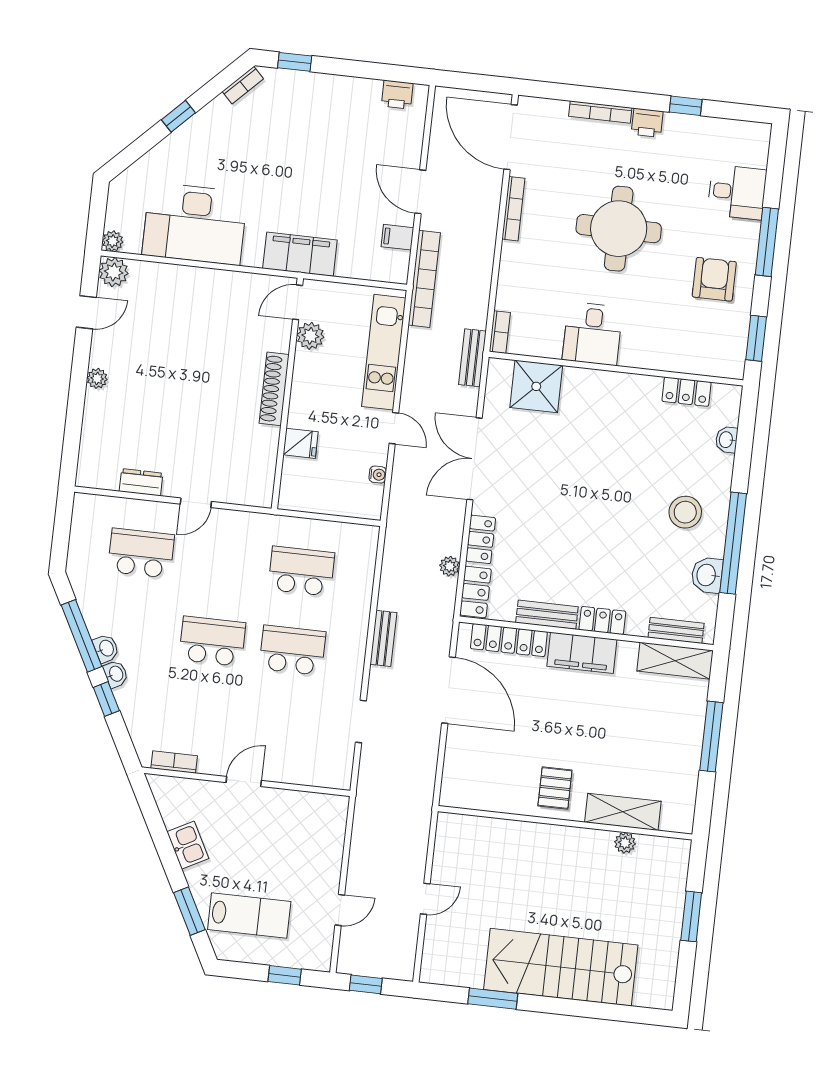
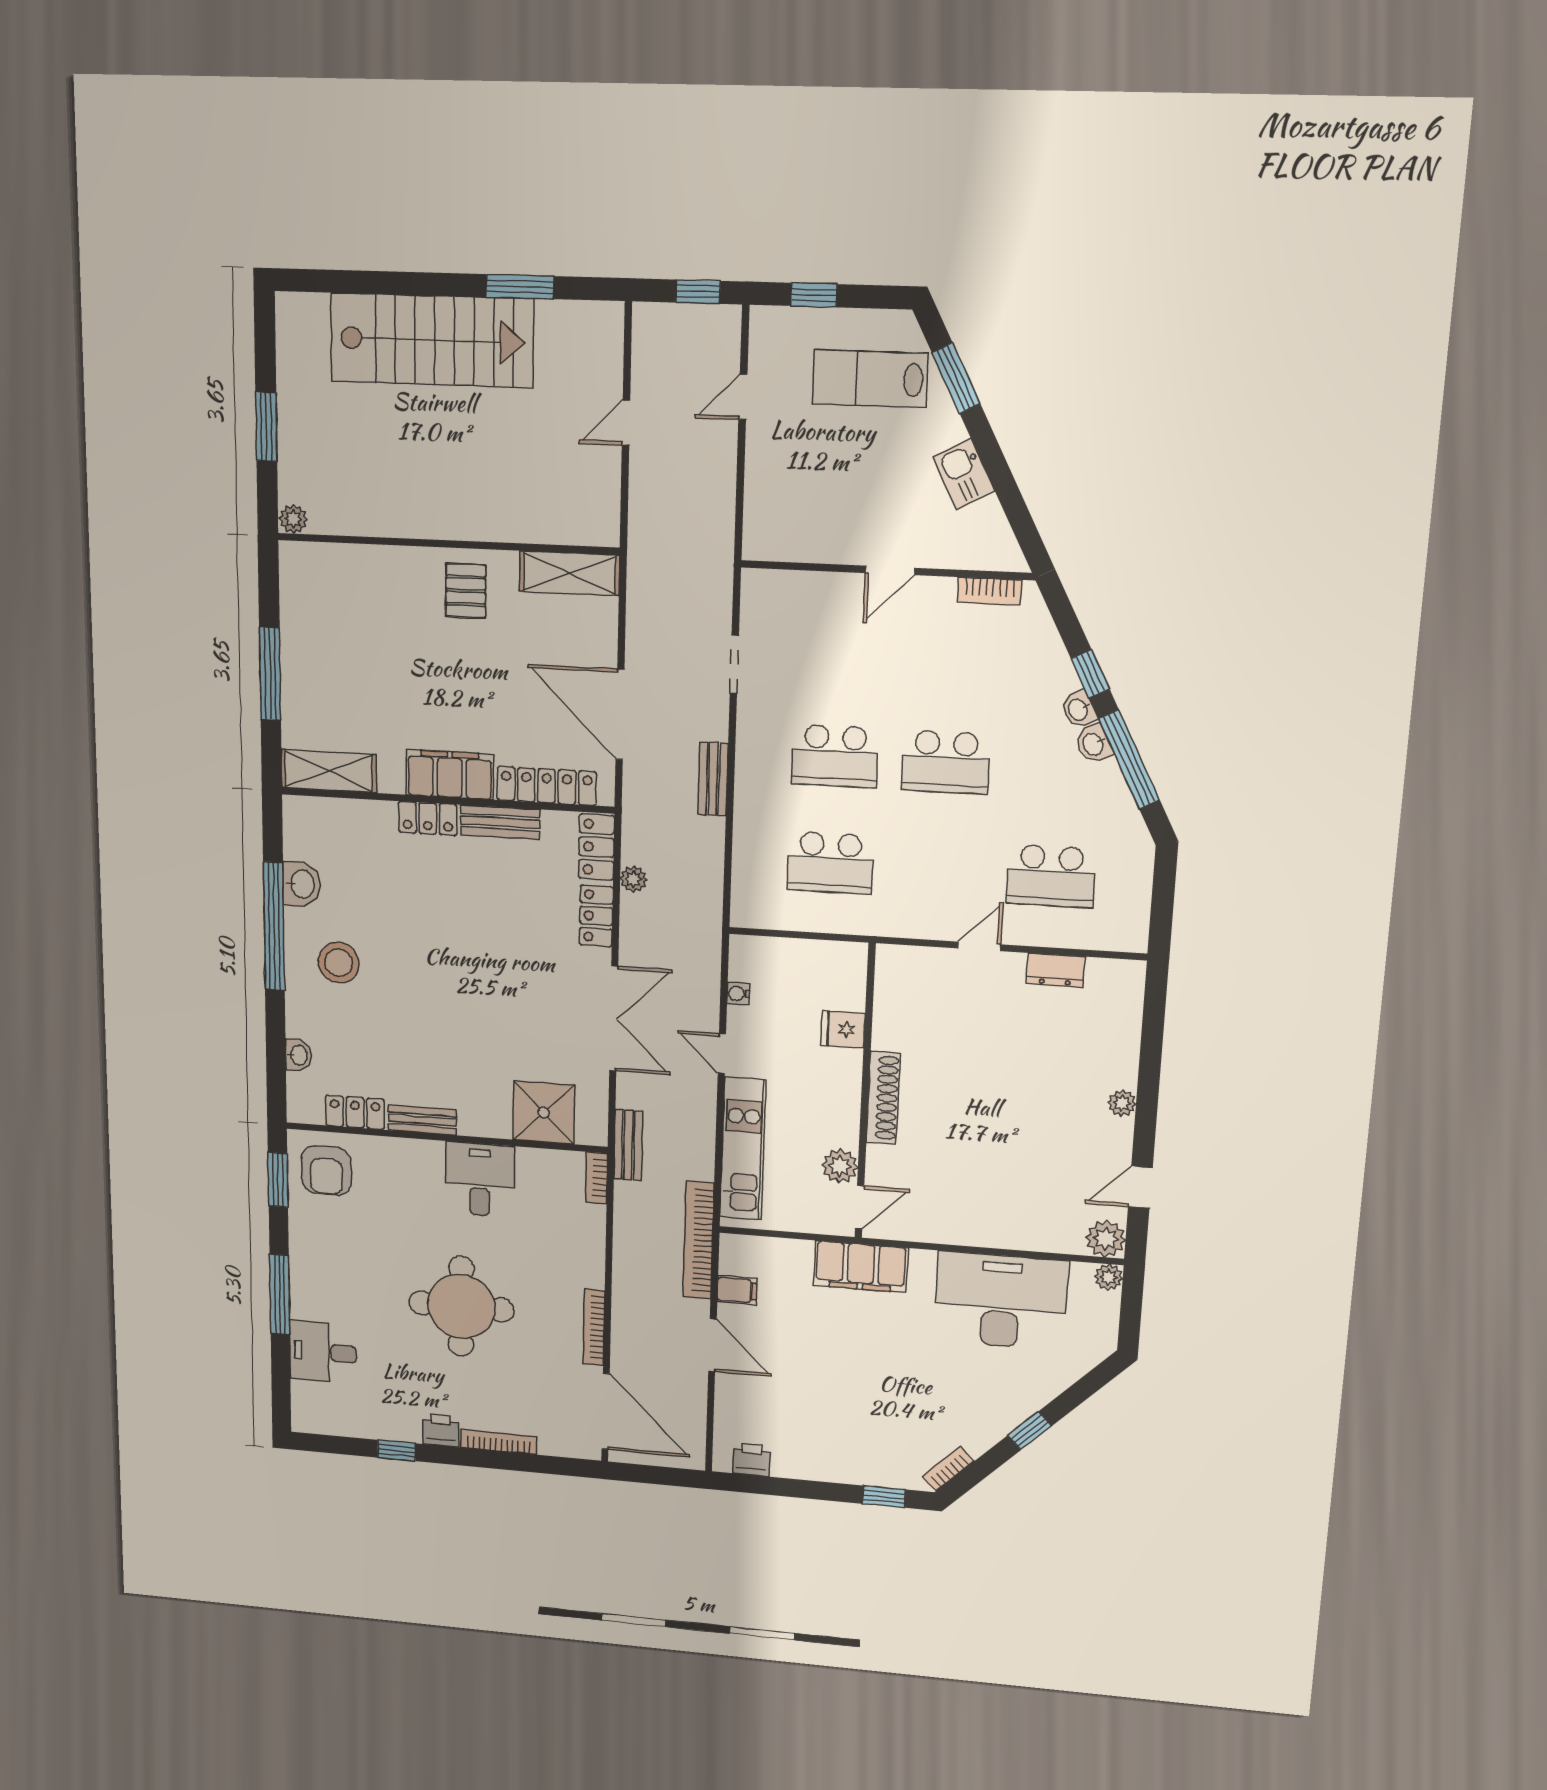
armchair: (714, 279) -> (326, 1170), moved
bench: (676, 630) -> (422, 1120), moved
shelving: (623, 812) -> (569, 573), moved
plant: (625, 843) -> (293, 519), moved

